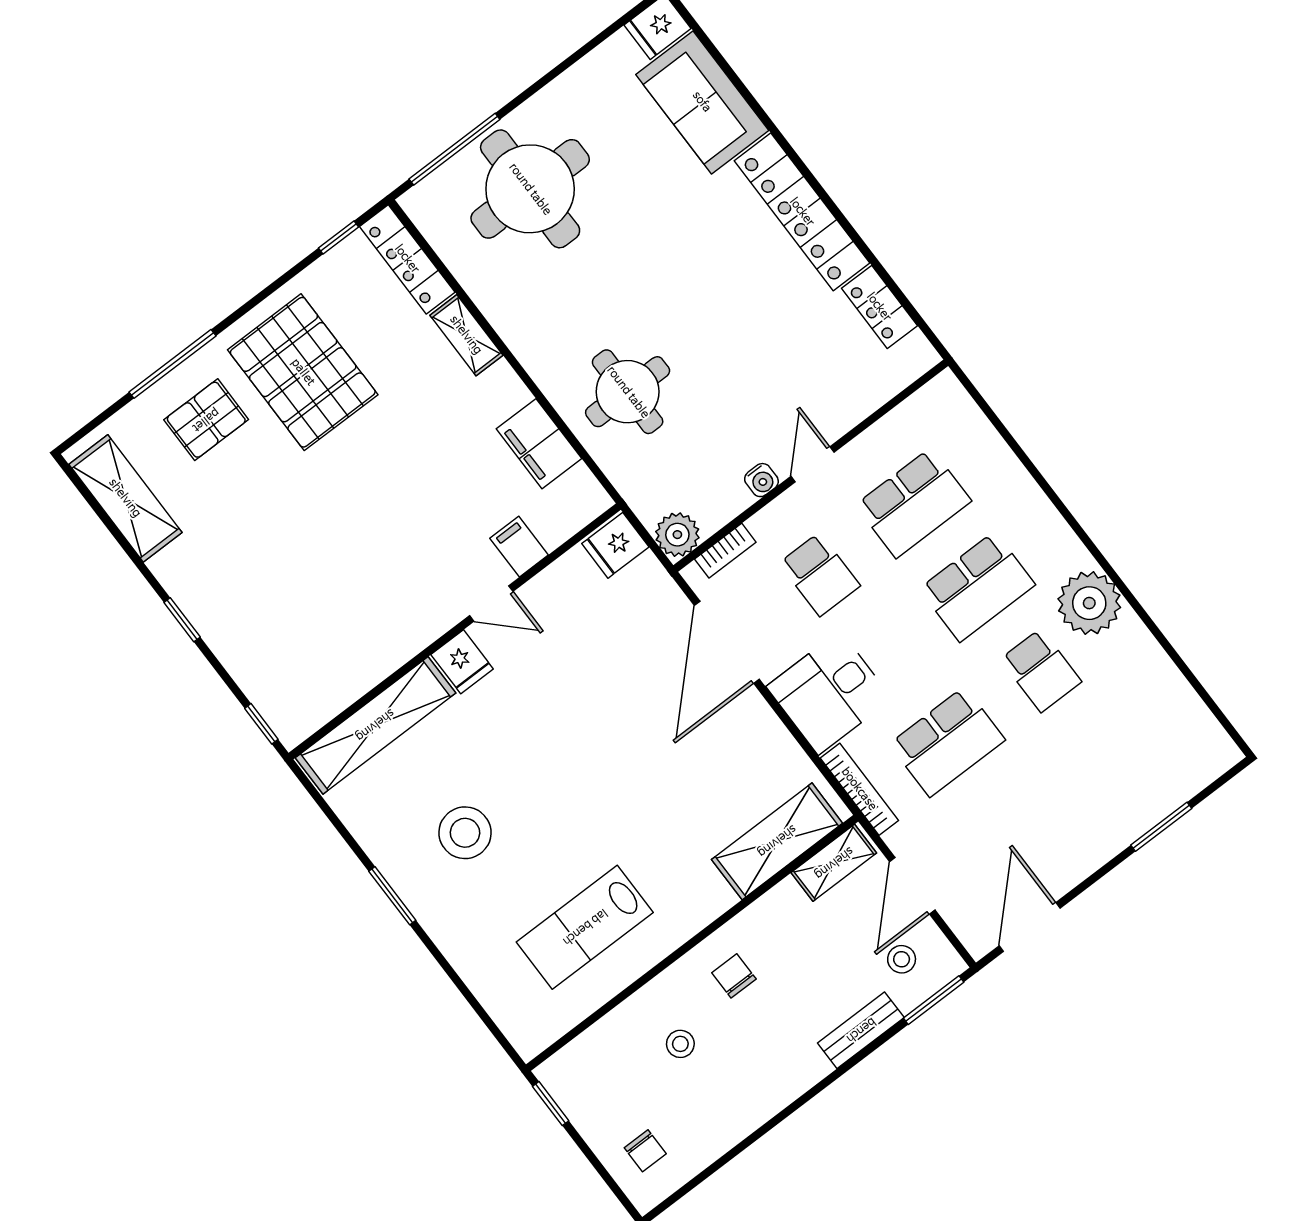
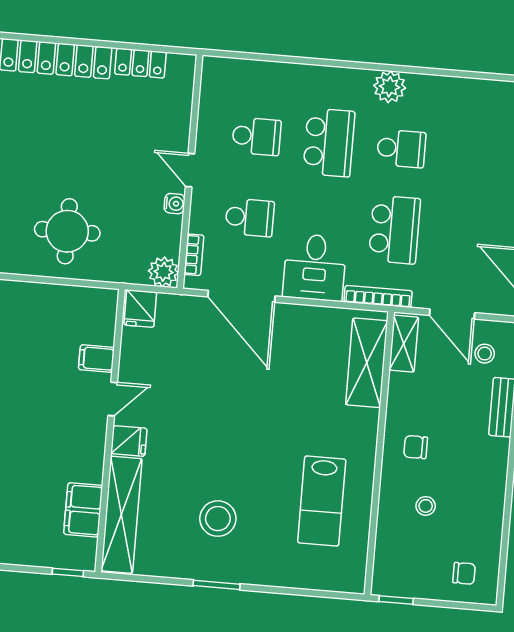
filing cabinet: (539, 444) -> (83, 510), moved, turned 90
school desk: (913, 503) -> (256, 136), width x0.54
plant: (1089, 603) -> (390, 87), width x0.73, depth x0.73

